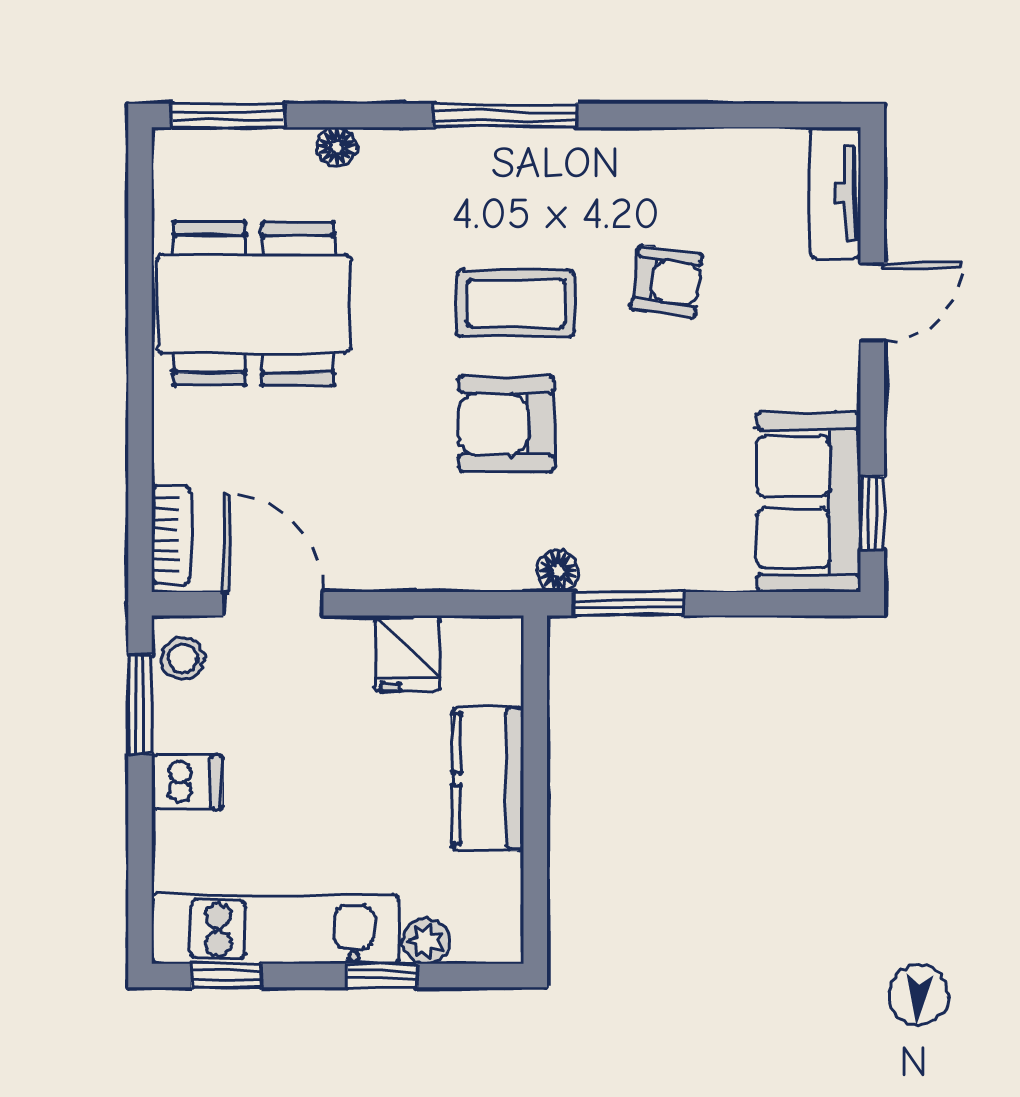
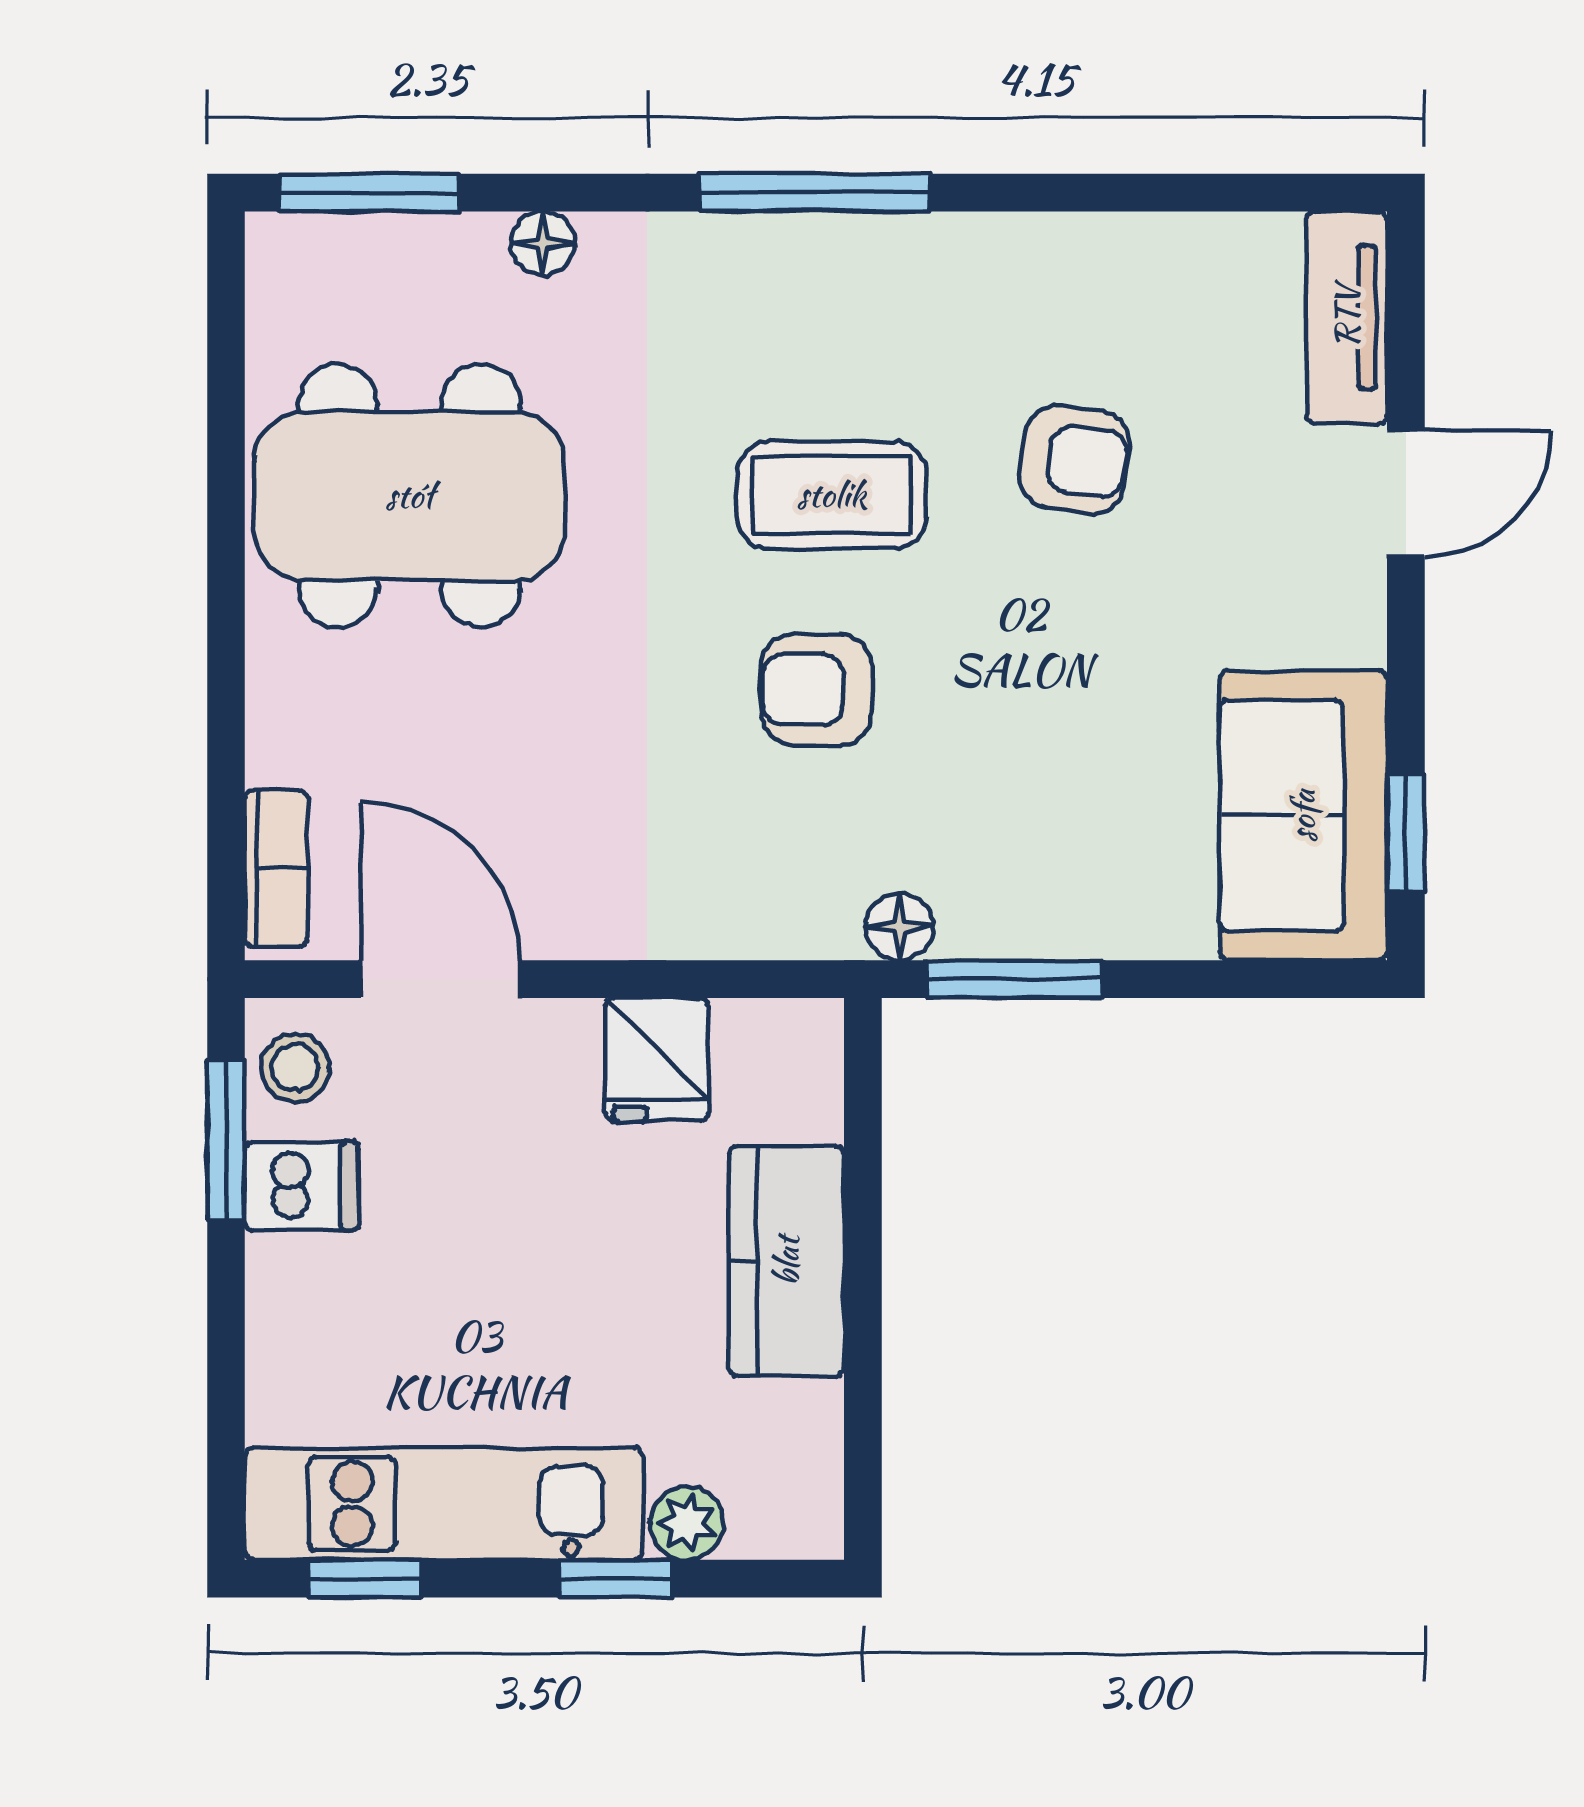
armchair: (506, 424) -> (816, 690), width x0.72, depth x0.72
dishwasher: (187, 782) -> (302, 1186), moved

